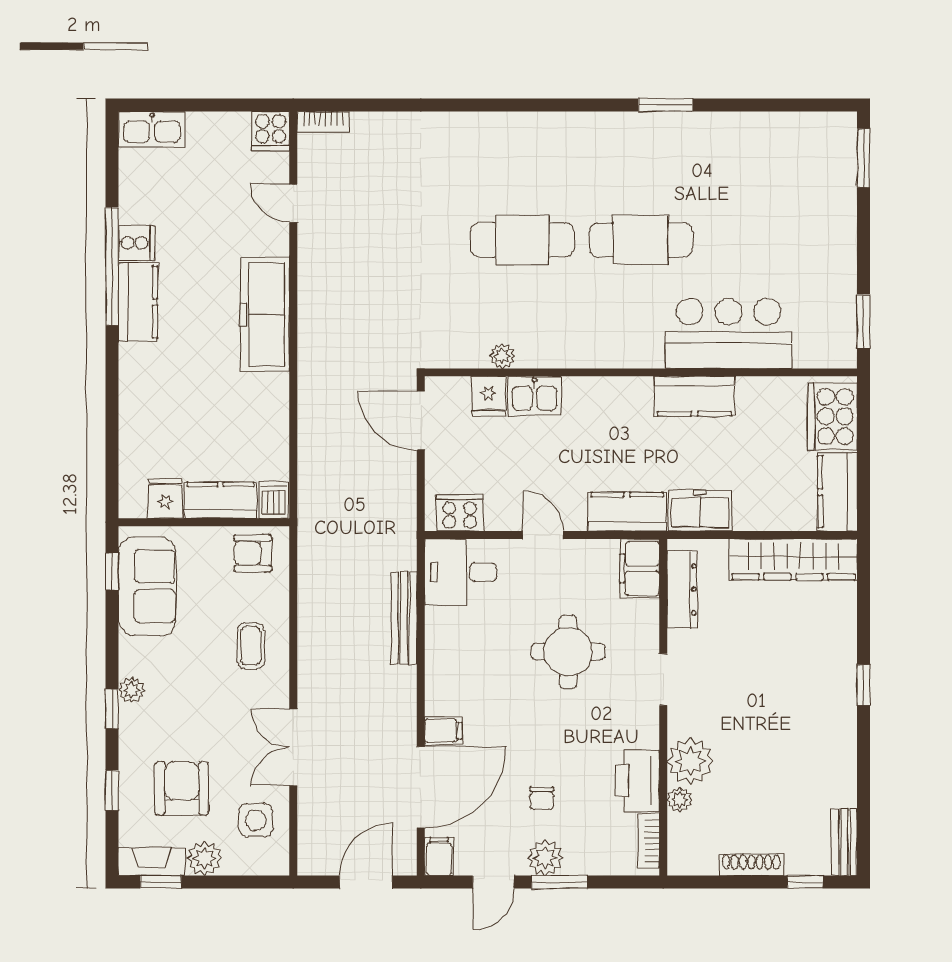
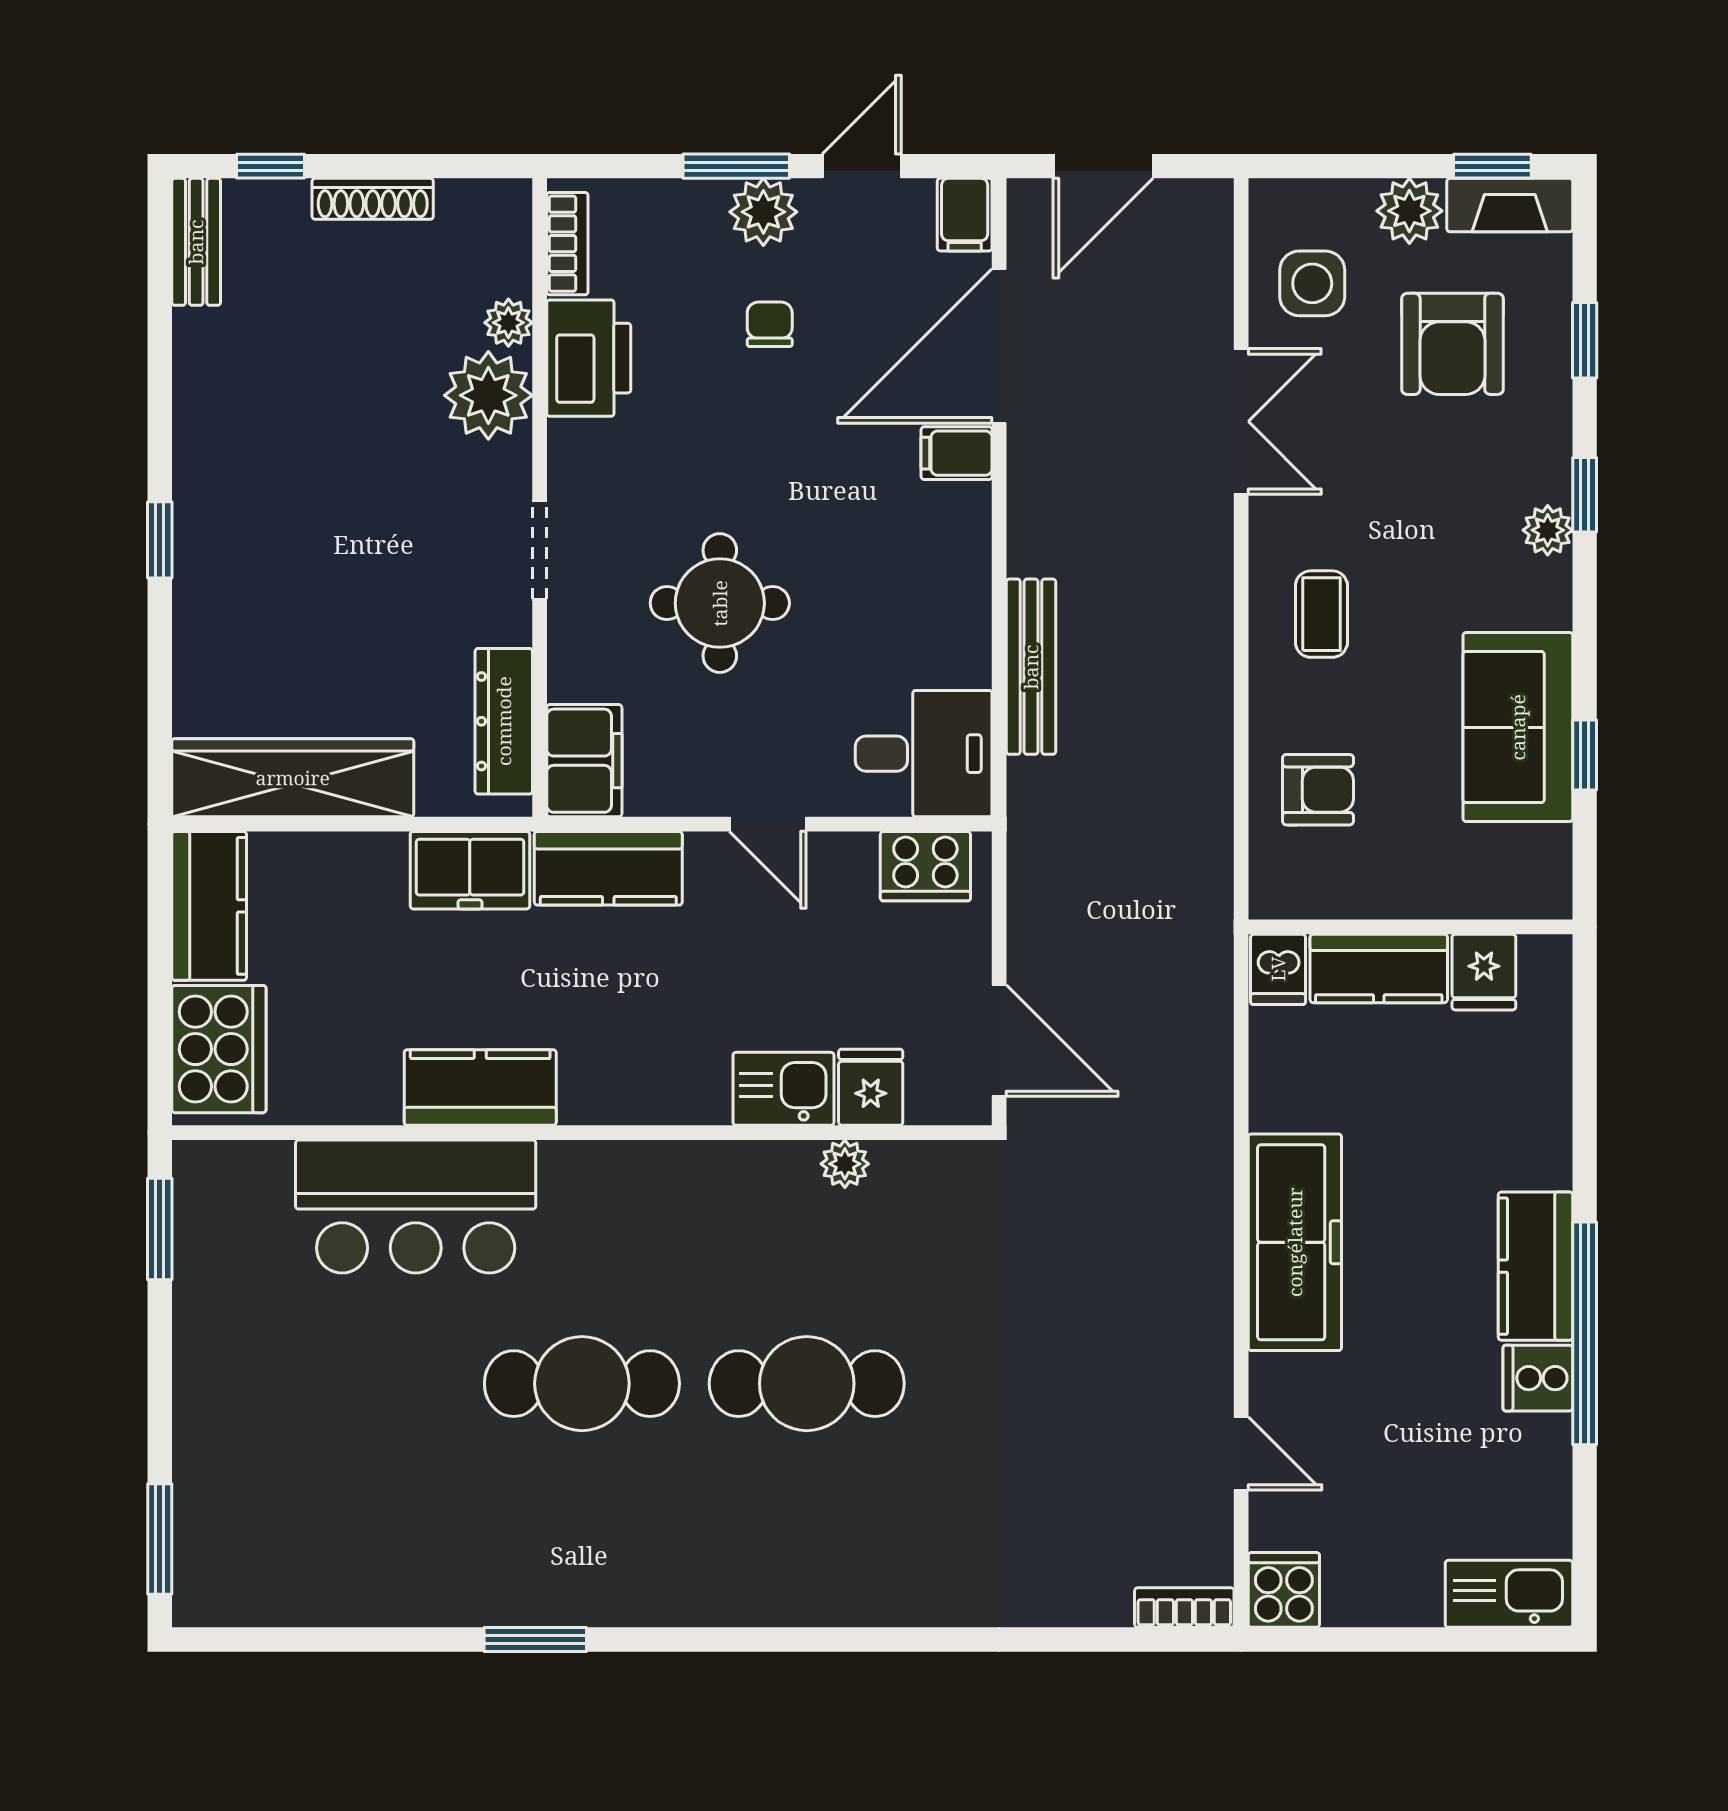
fridge: (165, 498) -> (1484, 972), moved
kitchen counter: (221, 500) -> (1379, 969), moved
dishwasher: (274, 500) -> (1278, 969), moved
wall: (204, 522) -> (1410, 927), moved

